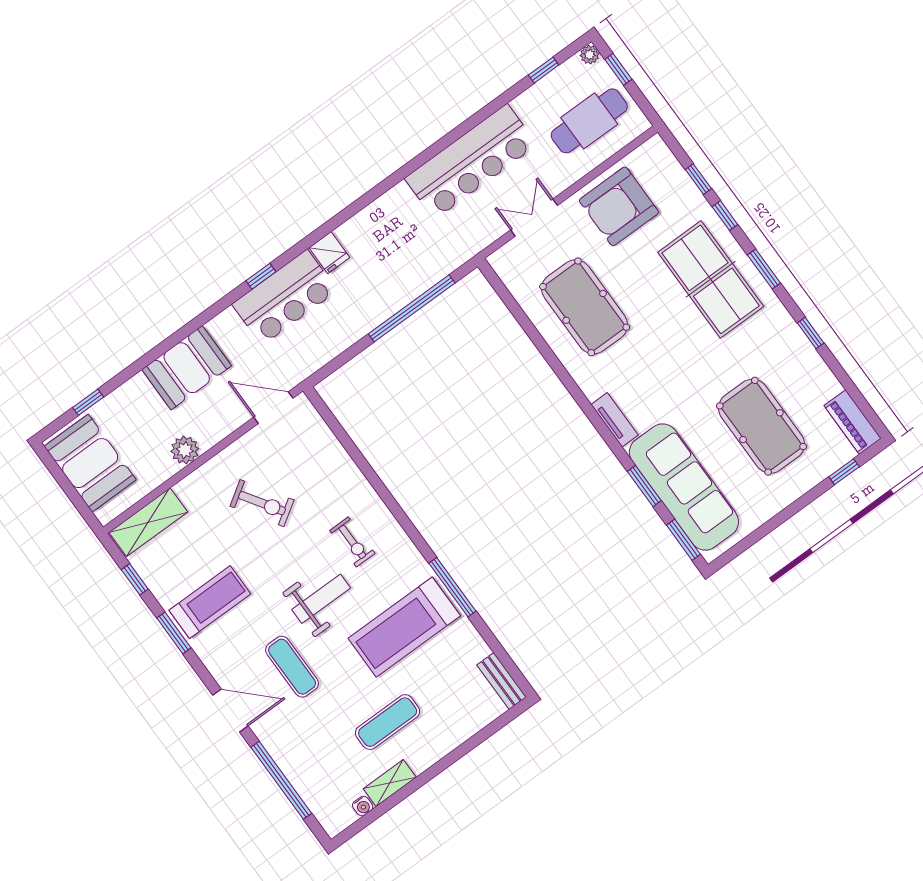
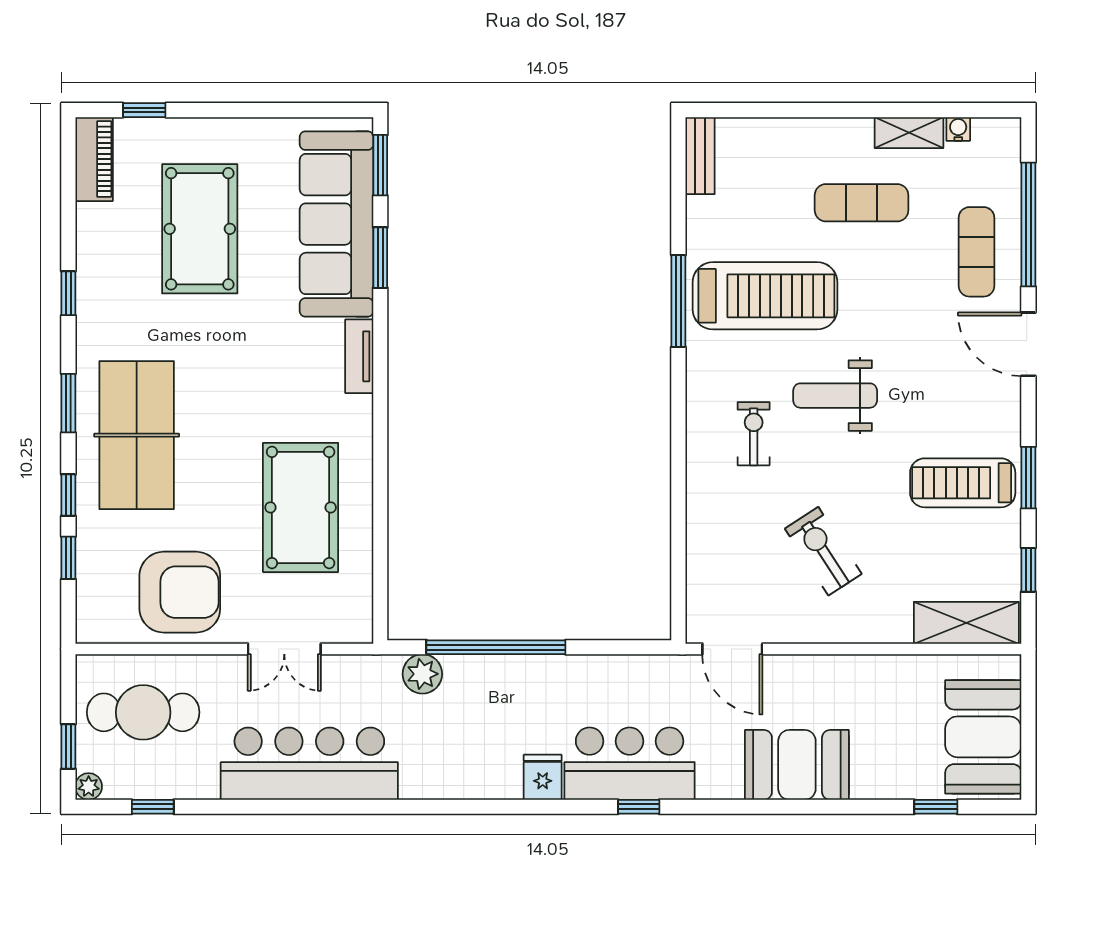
plant: (185, 450) -> (422, 674), moved
exercise mat: (292, 667) -> (977, 252), moved

